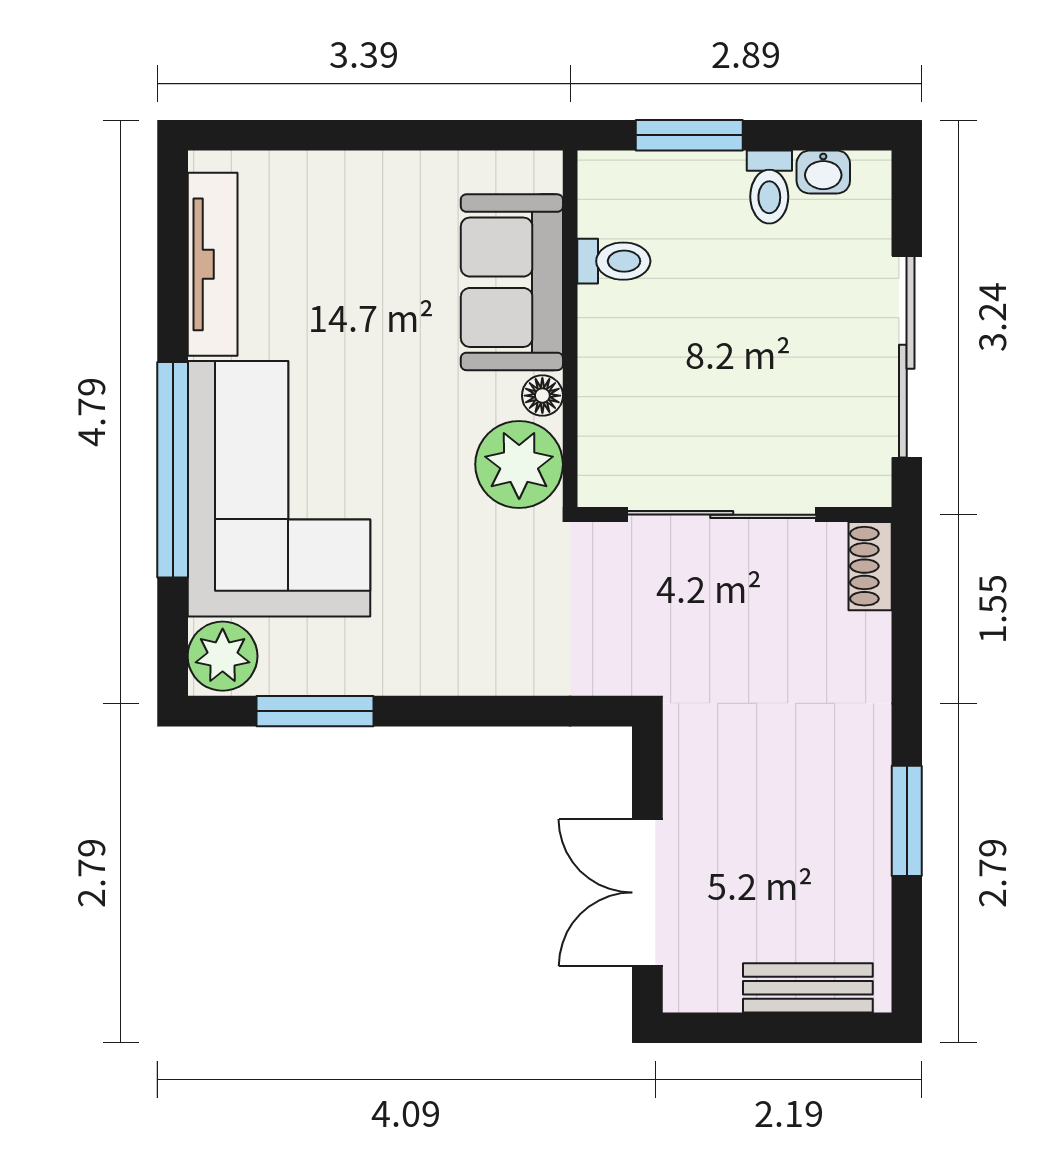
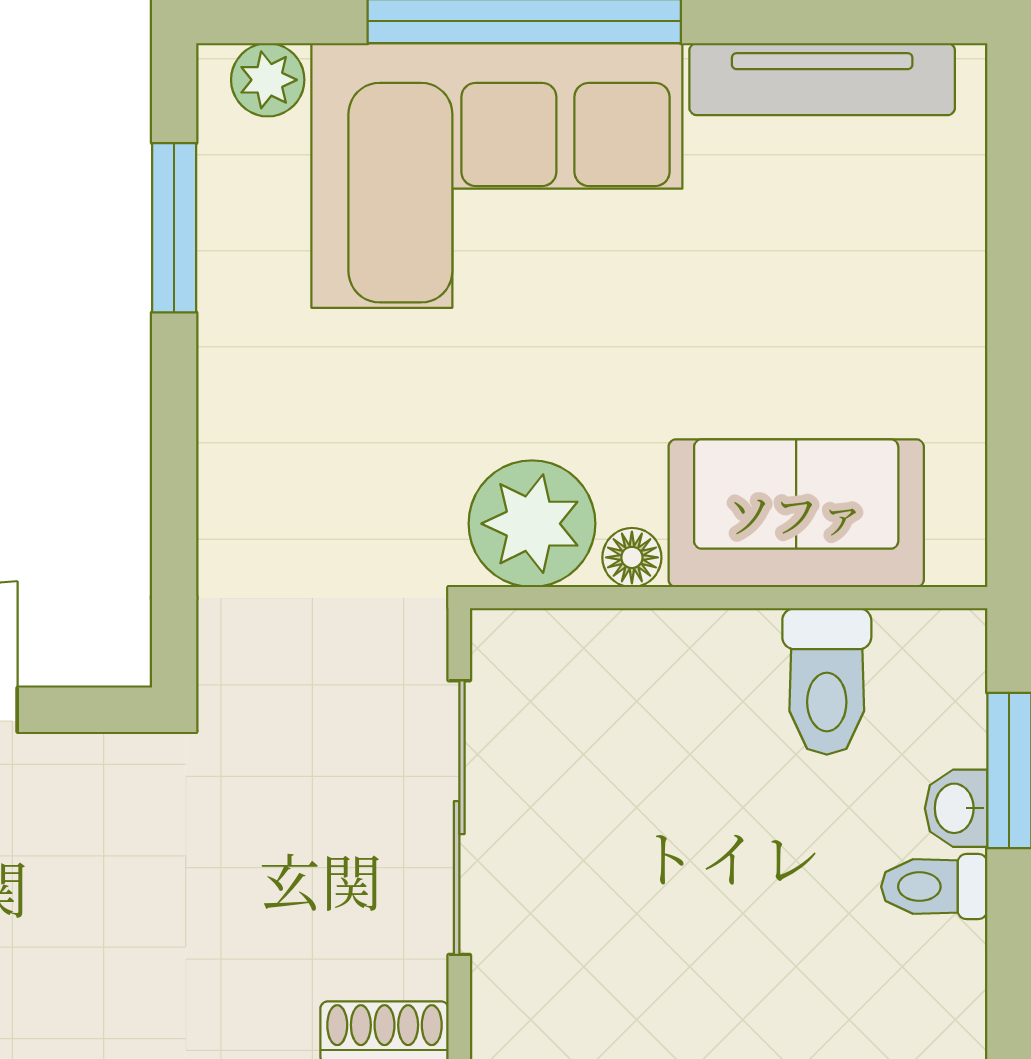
washbasin: (823, 172) -> (956, 808), moved
toilet: (614, 261) -> (827, 681), width x1.37, depth x1.39
plant: (223, 656) -> (268, 80), width x0.73, depth x0.73

